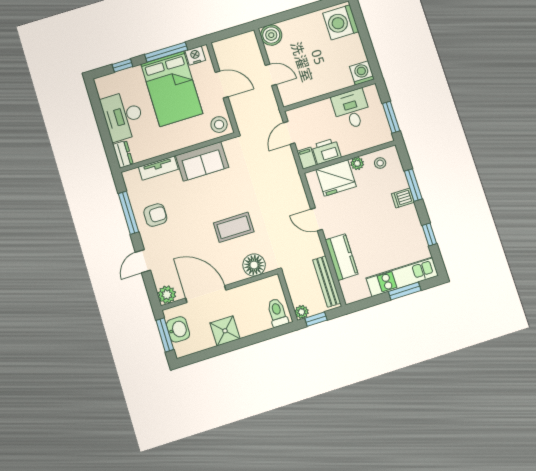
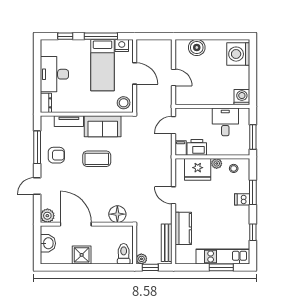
boiler: (271, 35) -> (197, 47), moved
bed: (172, 89) -> (102, 65), width x0.67
coffee table: (234, 227) -> (97, 159), moved
window: (165, 335) -> (37, 244), removed

